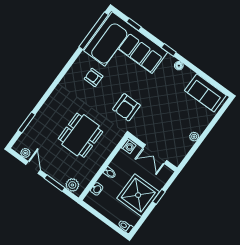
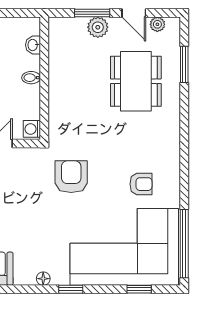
dining table: (80, 135) -> (136, 81), moved
plant: (72, 185) -> (98, 27), moved

